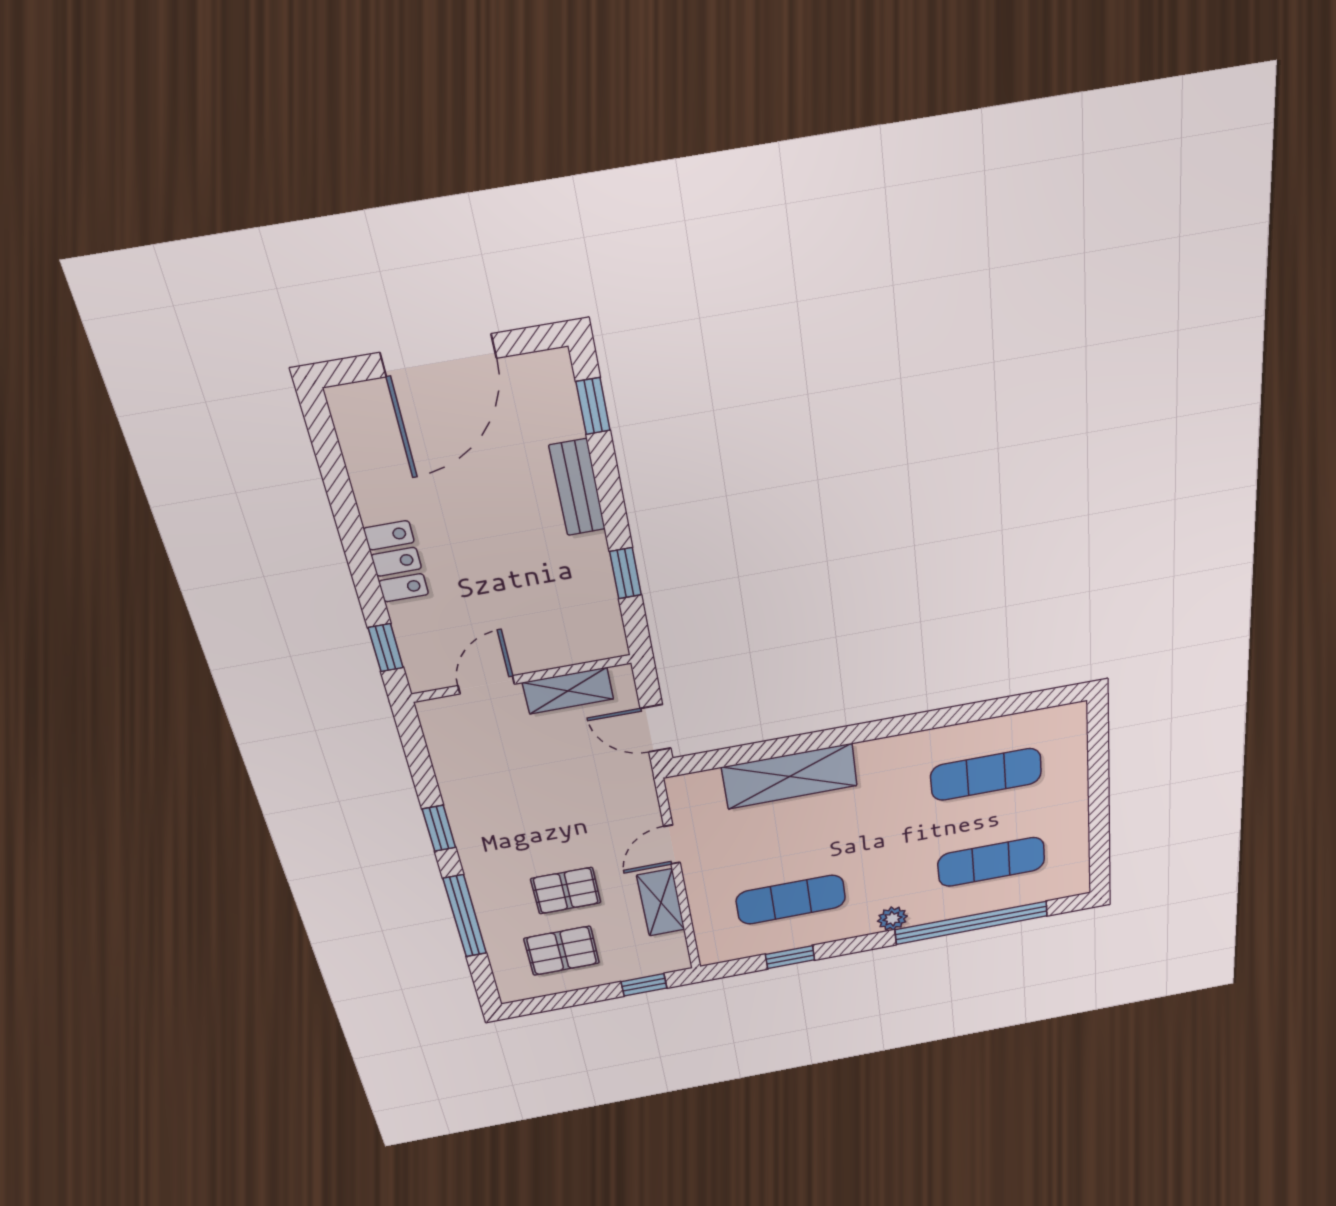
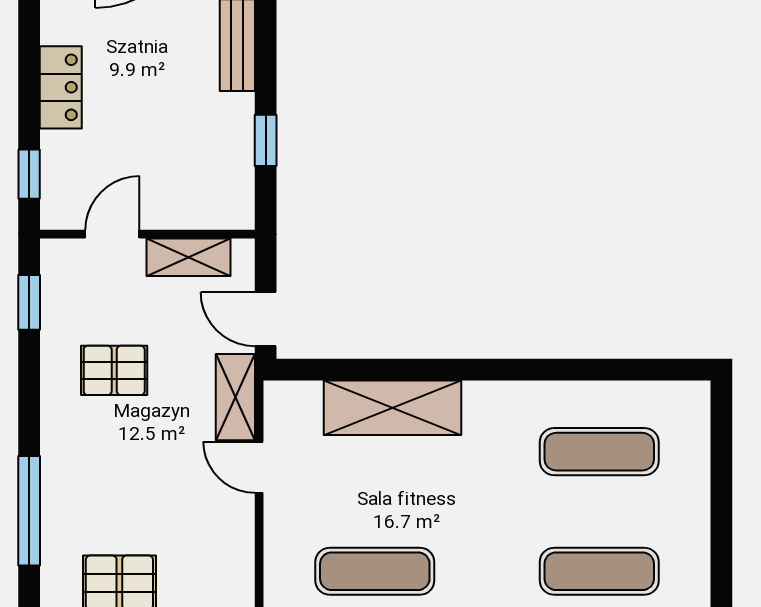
window: (439, 828) -> (29, 302), moved
door: (672, 845) -> (259, 467), hinge flipped
pallet: (566, 891) -> (114, 370), moved
shelving: (661, 903) -> (235, 397), moved

